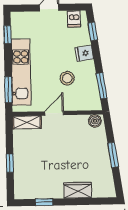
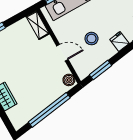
door: (54, 113) -> (62, 53), moved
window: (113, 155) -> (49, 110), width x2.11

